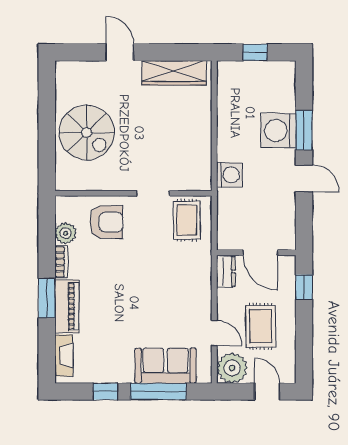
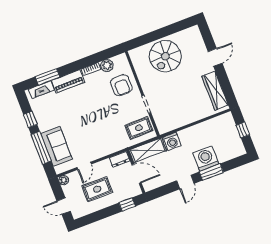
shelving: (229, 220) -> (148, 150), added
door: (260, 253) -> (137, 174), swing flipped
window: (47, 298) -> (48, 77), moved
plant: (232, 368) -> (64, 180), width x0.53, depth x0.53
door: (267, 392) -> (64, 206), swing flipped

